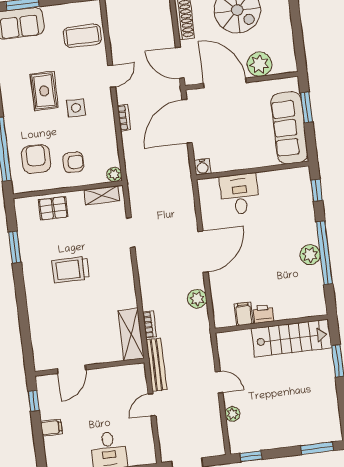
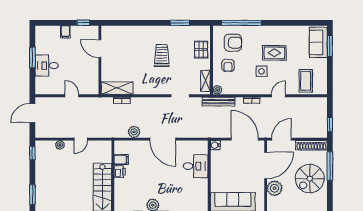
door: (112, 76) -> (278, 96), swing flipped
bench: (156, 365) -> (218, 102), moved

